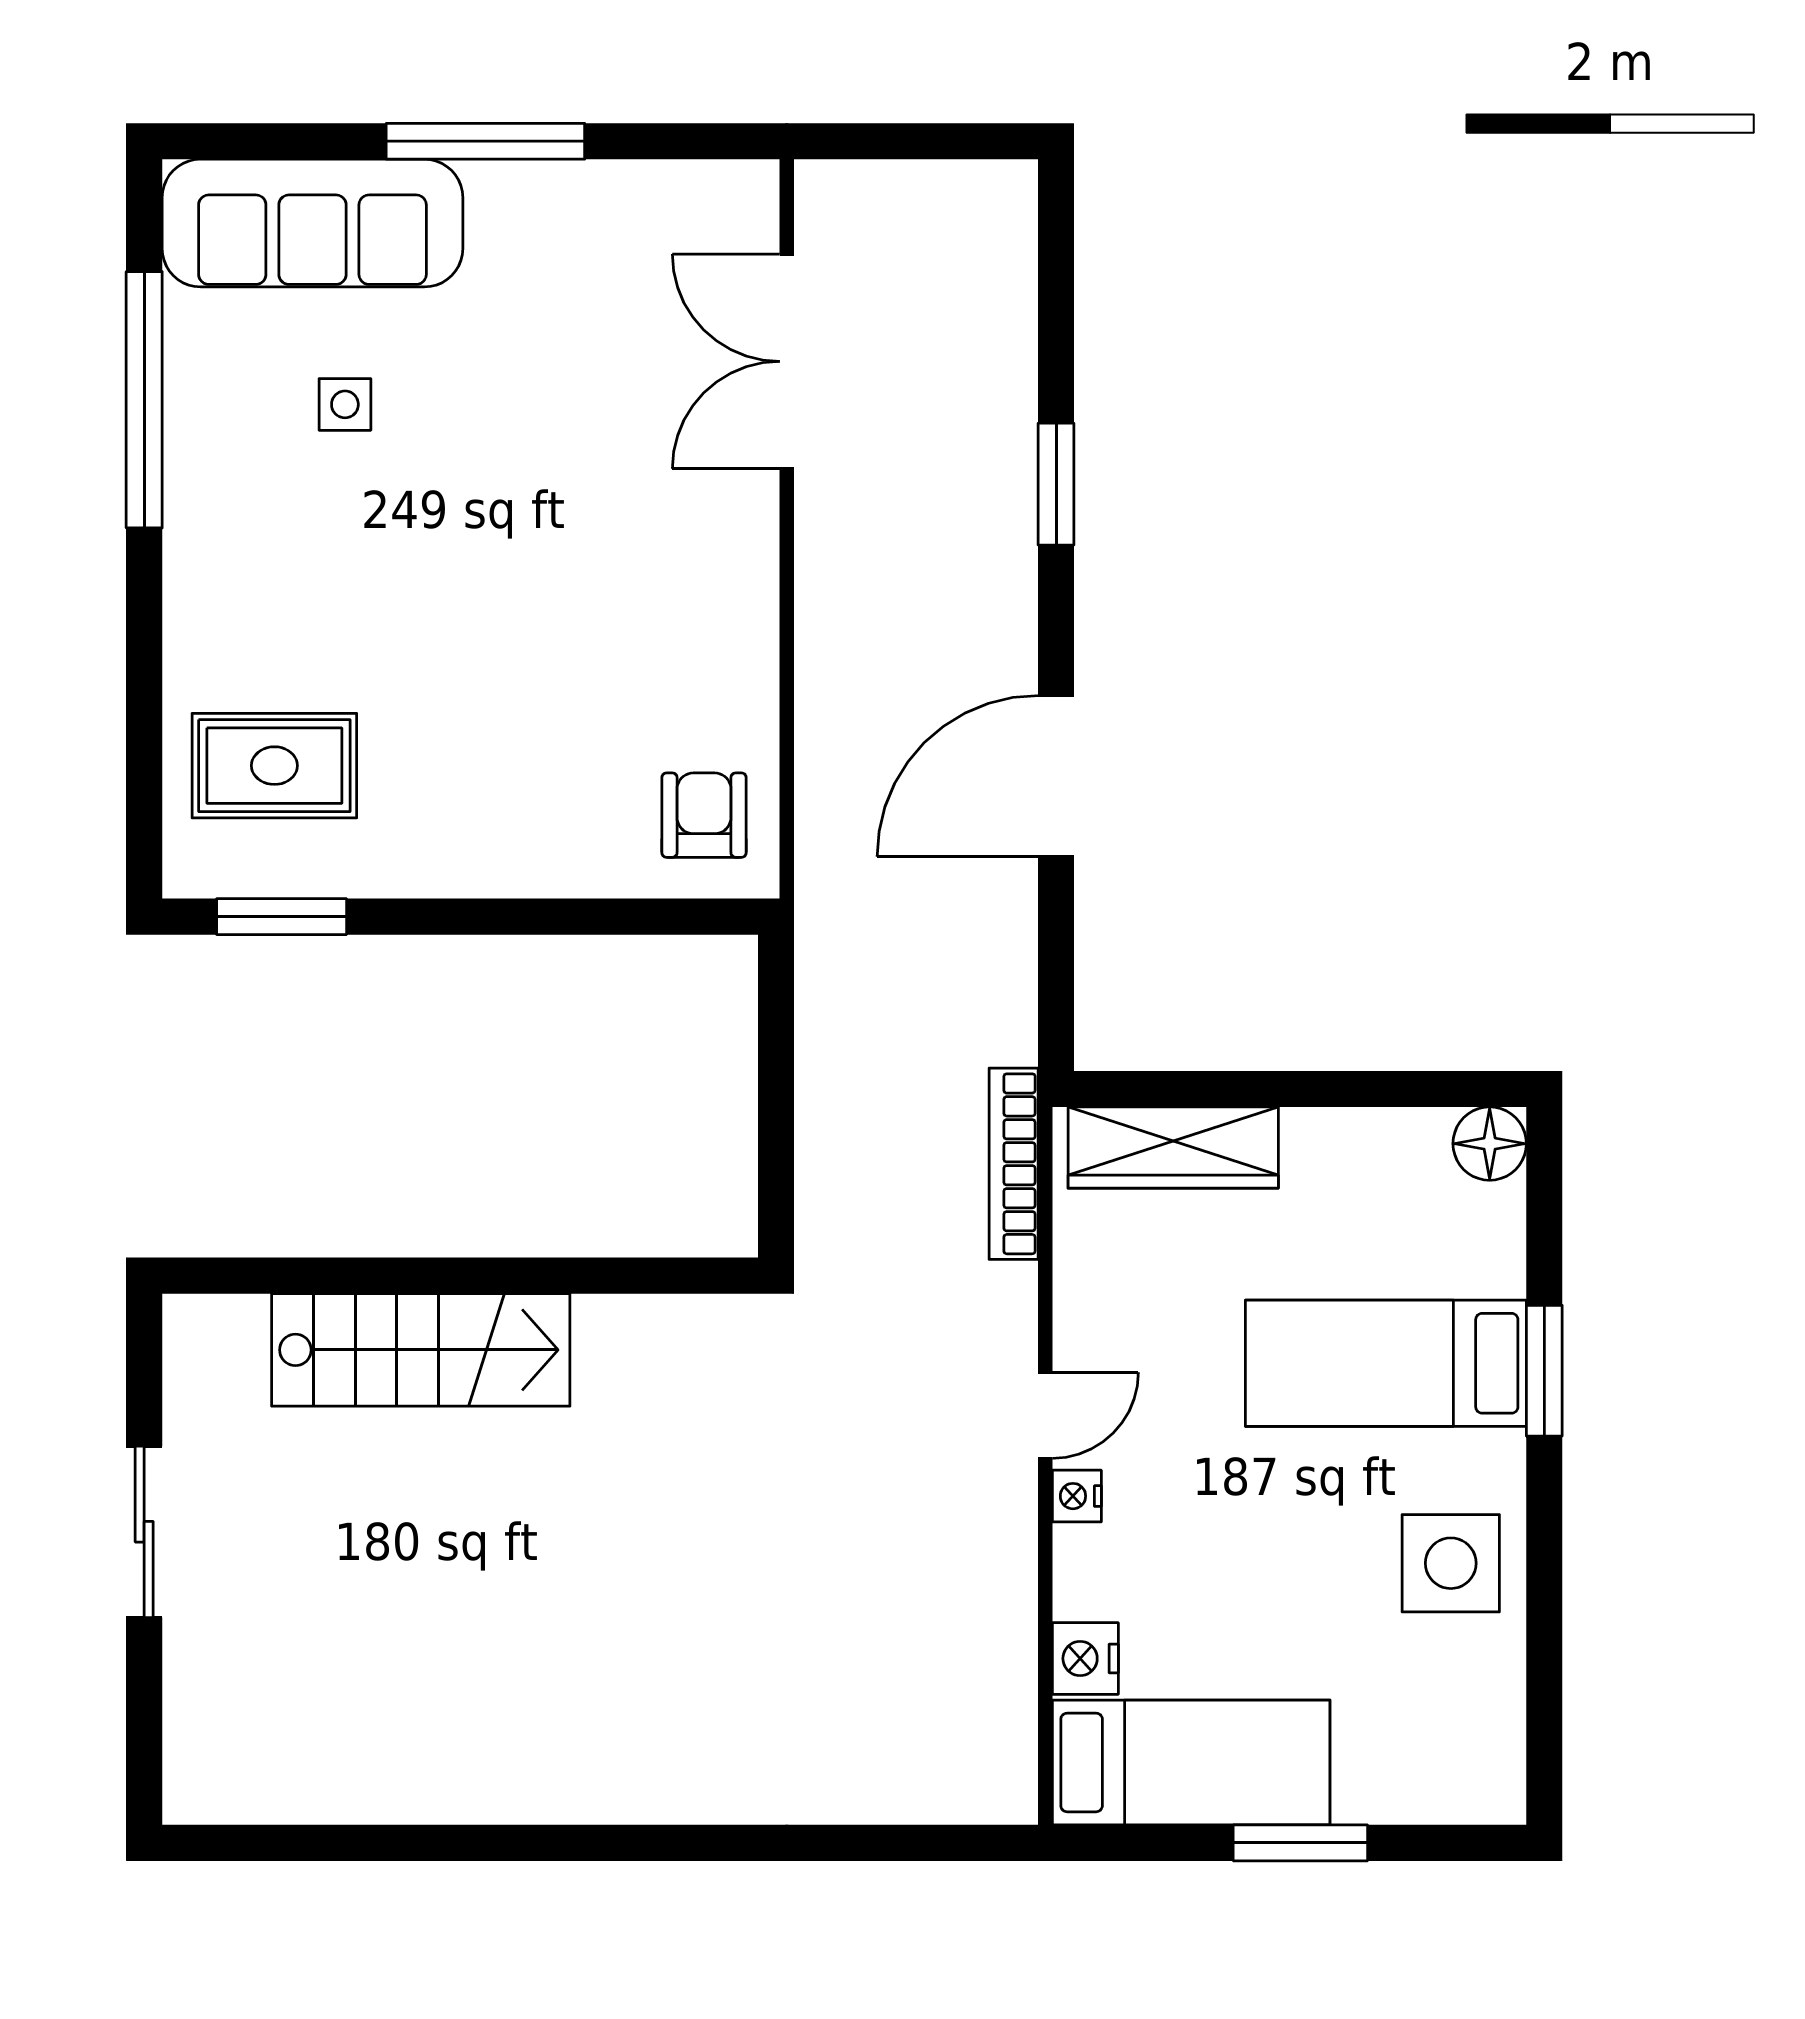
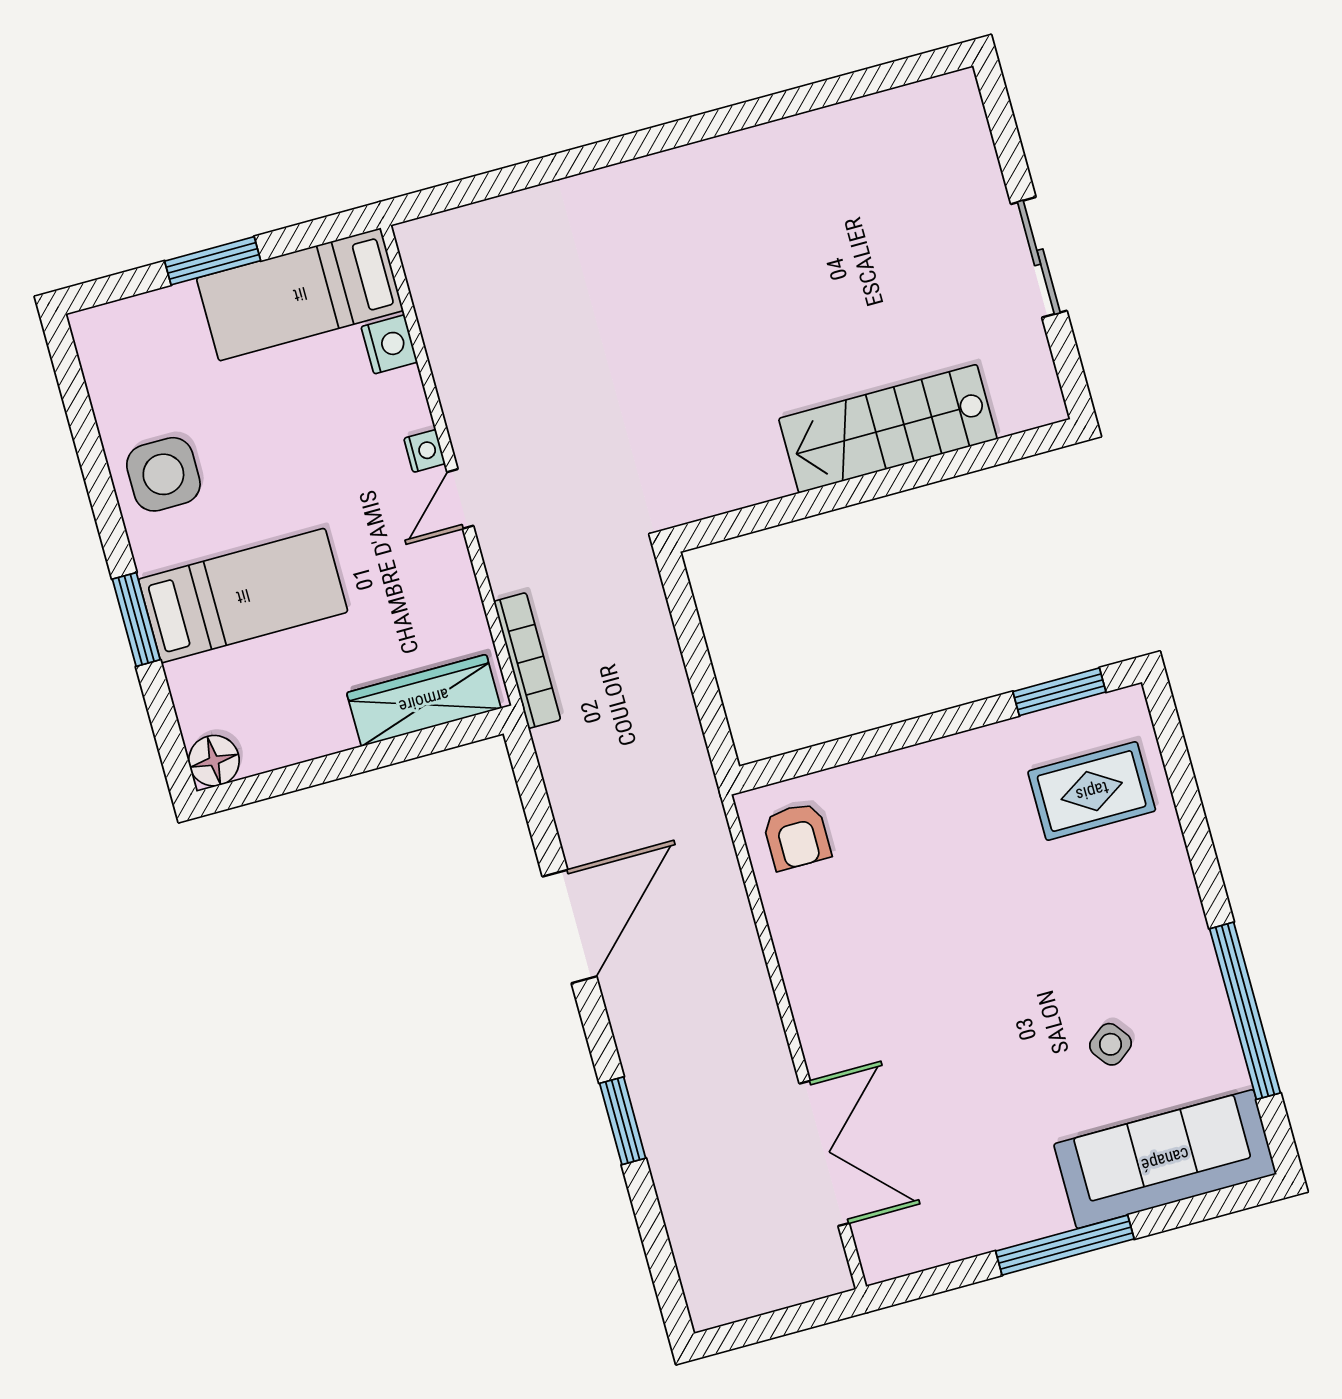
side table: (345, 404) -> (1111, 1044), turned -37

